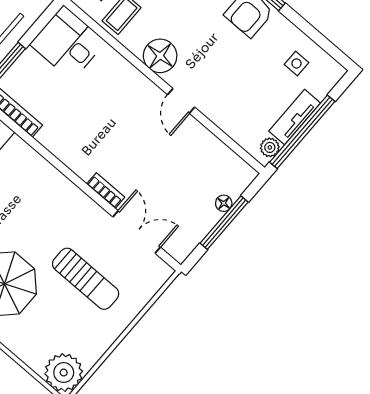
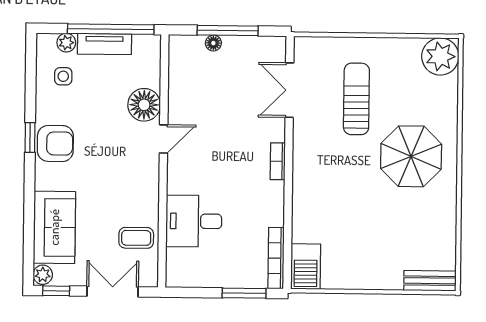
desk: (68, 43) -> (194, 221), moved, turned 90
floor lamp: (160, 56) -> (144, 105), moved
plant: (270, 147) -> (66, 43), moved
bookcase: (106, 191) -> (278, 161), moved

